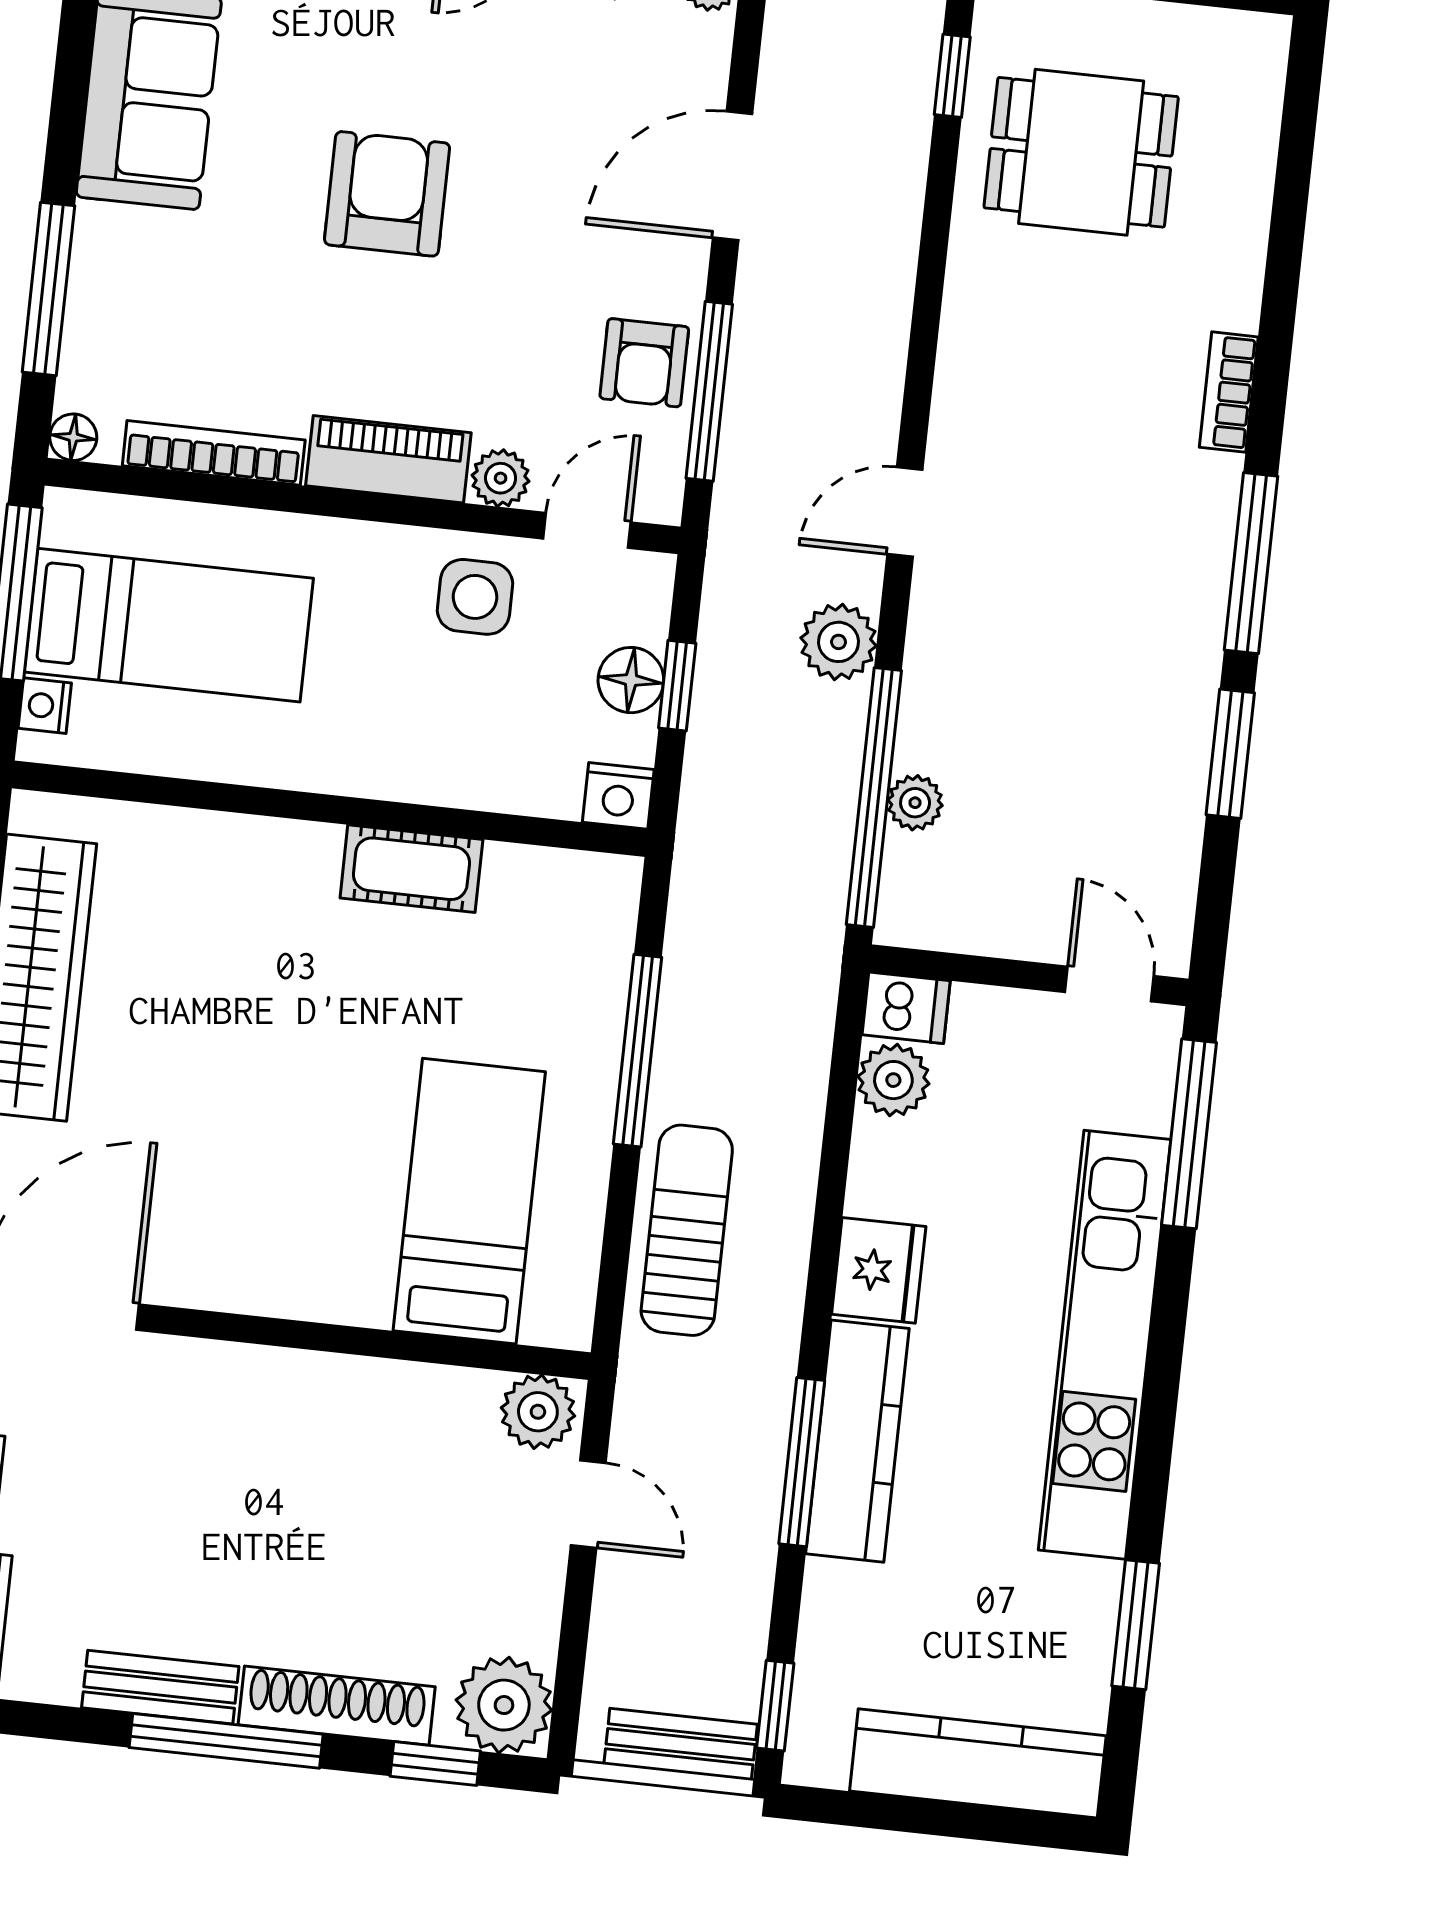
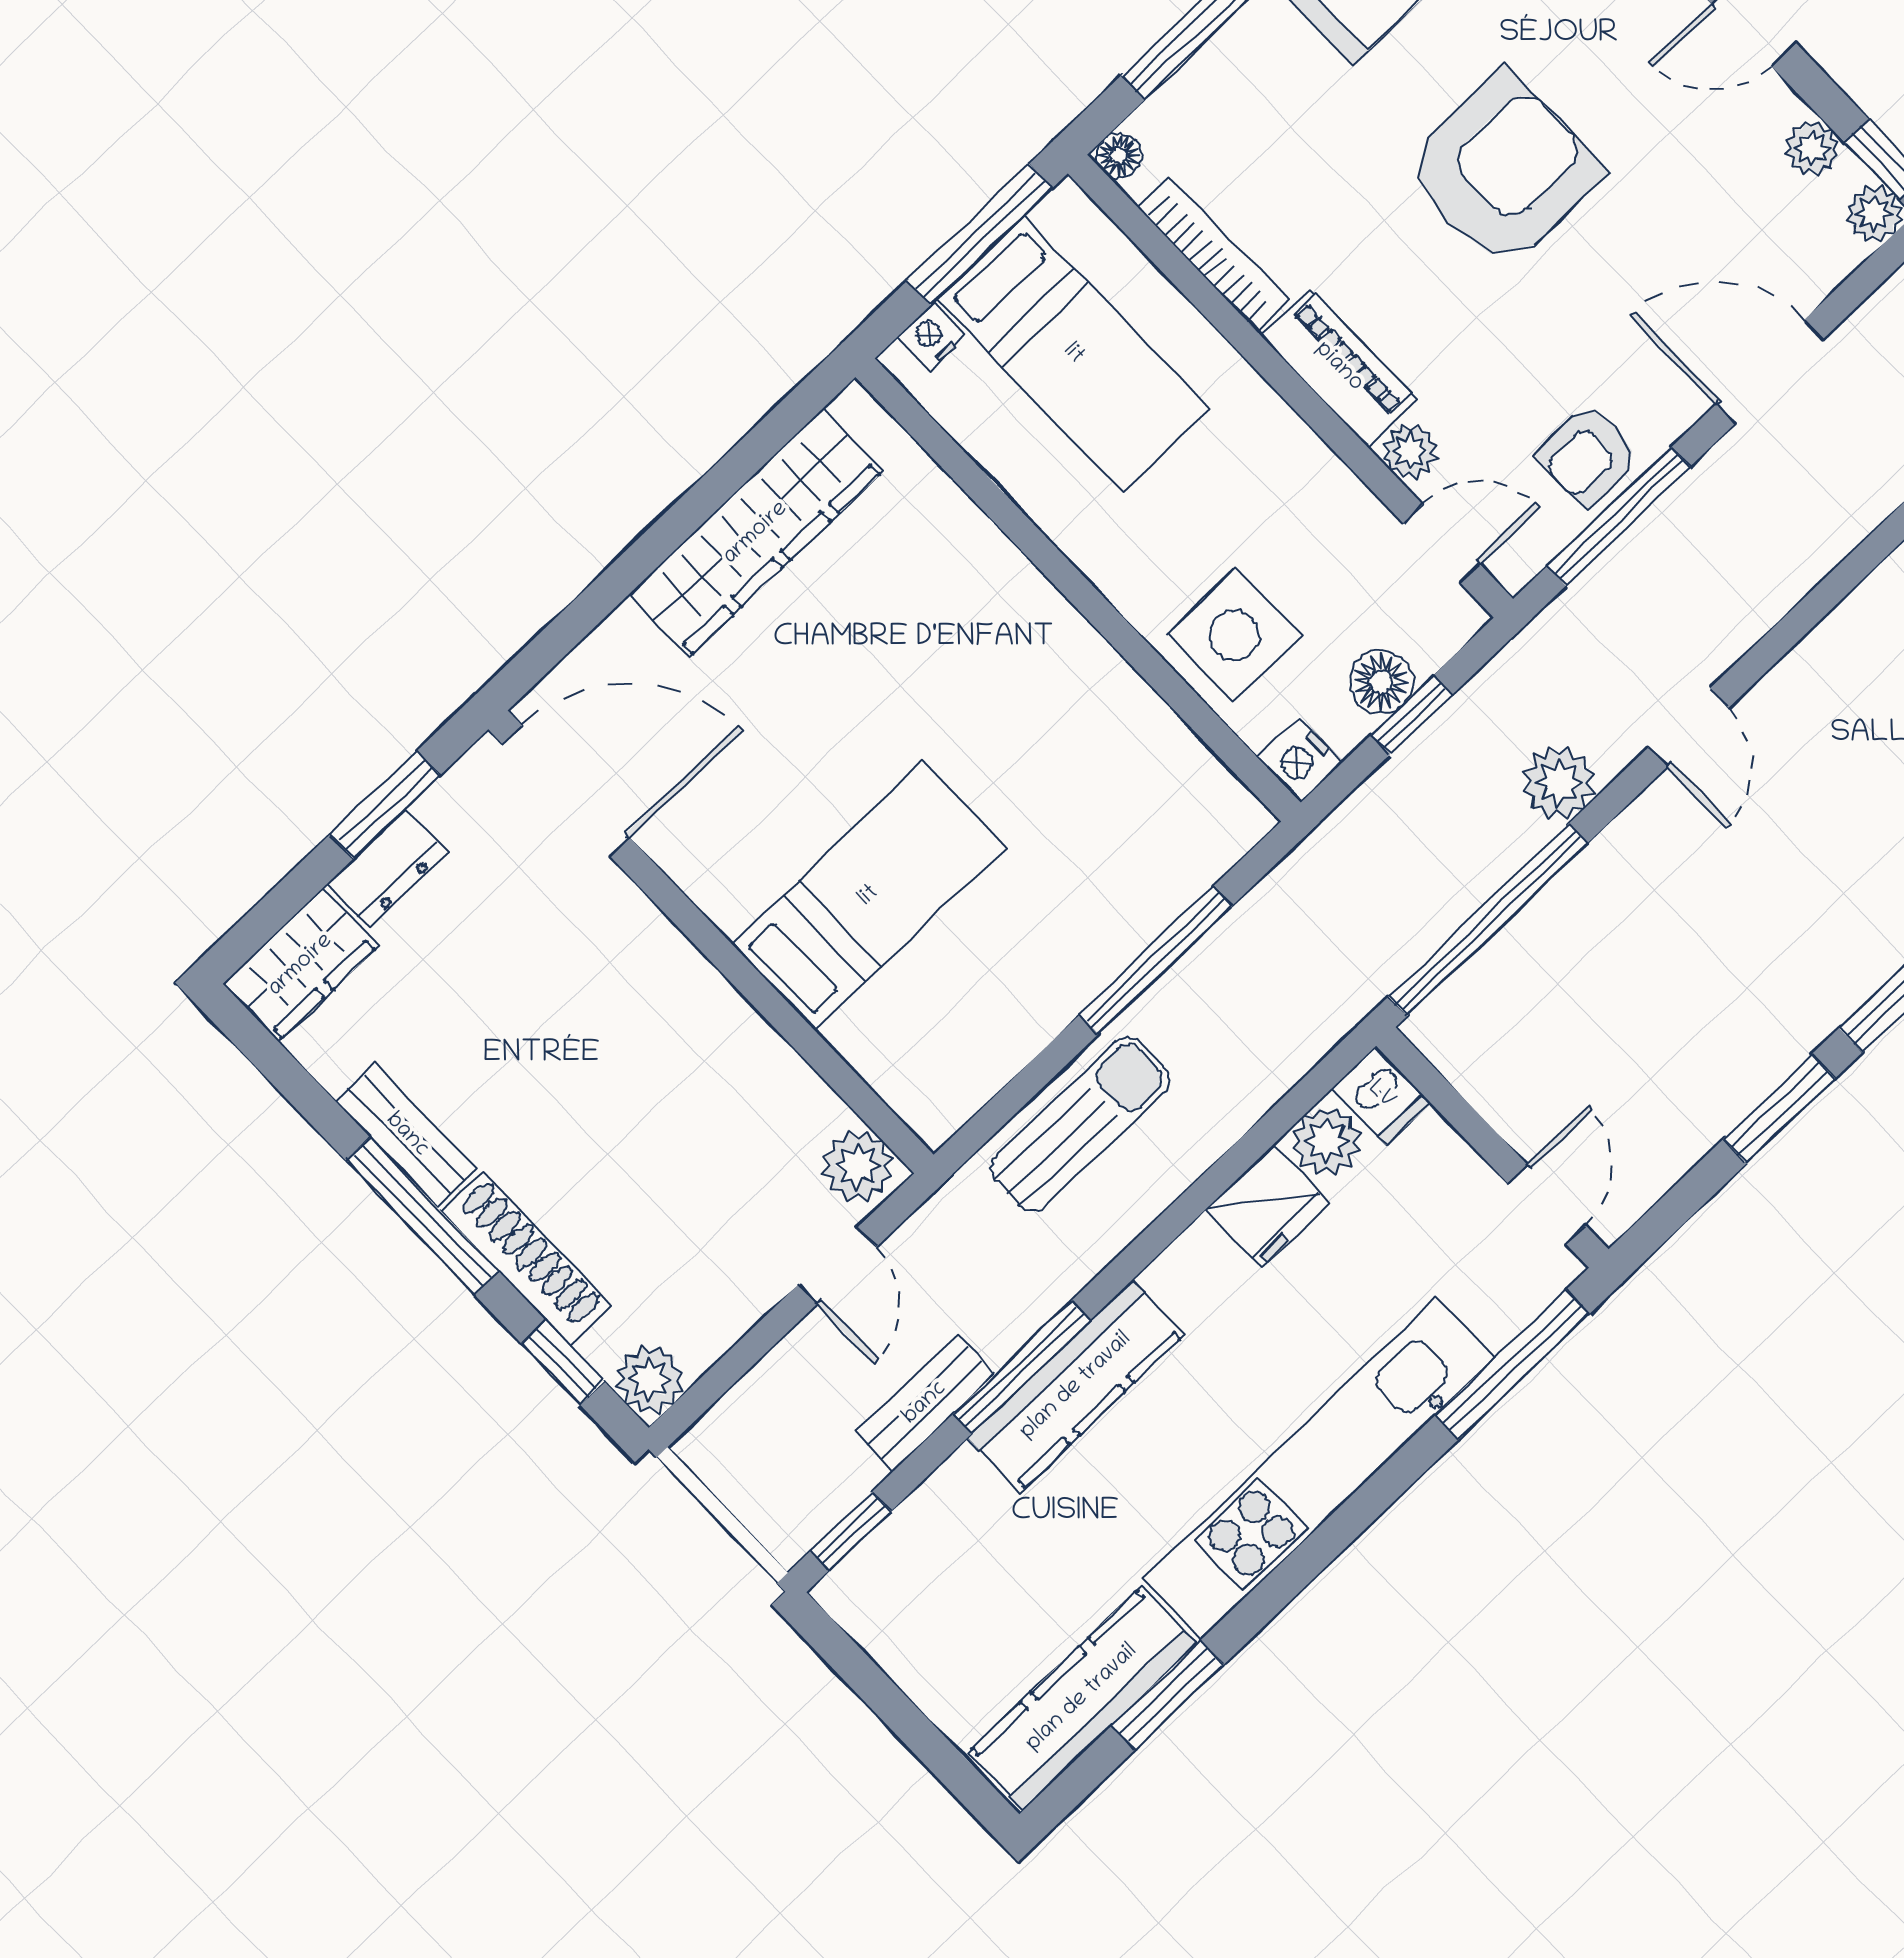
armchair: (387, 194) -> (1503, 170), width x1.36, depth x1.36
door: (905, 512) -> (1688, 728), swing flipped
side table: (475, 597) -> (1234, 635), moved, width x1.37, depth x1.37
plant: (915, 803) -> (1515, 949), removed
cot: (411, 869) -> (1101, 685), removed
bed: (469, 1201) -> (869, 896), moved
fridge: (879, 1270) -> (1268, 1206), moved
plant: (504, 1705) -> (650, 1380), width x0.73, depth x0.73
bench: (681, 1744) -> (925, 1403), moved, turned 90
kitchen counter: (978, 1763) -> (1082, 1698), moved, turned -90

